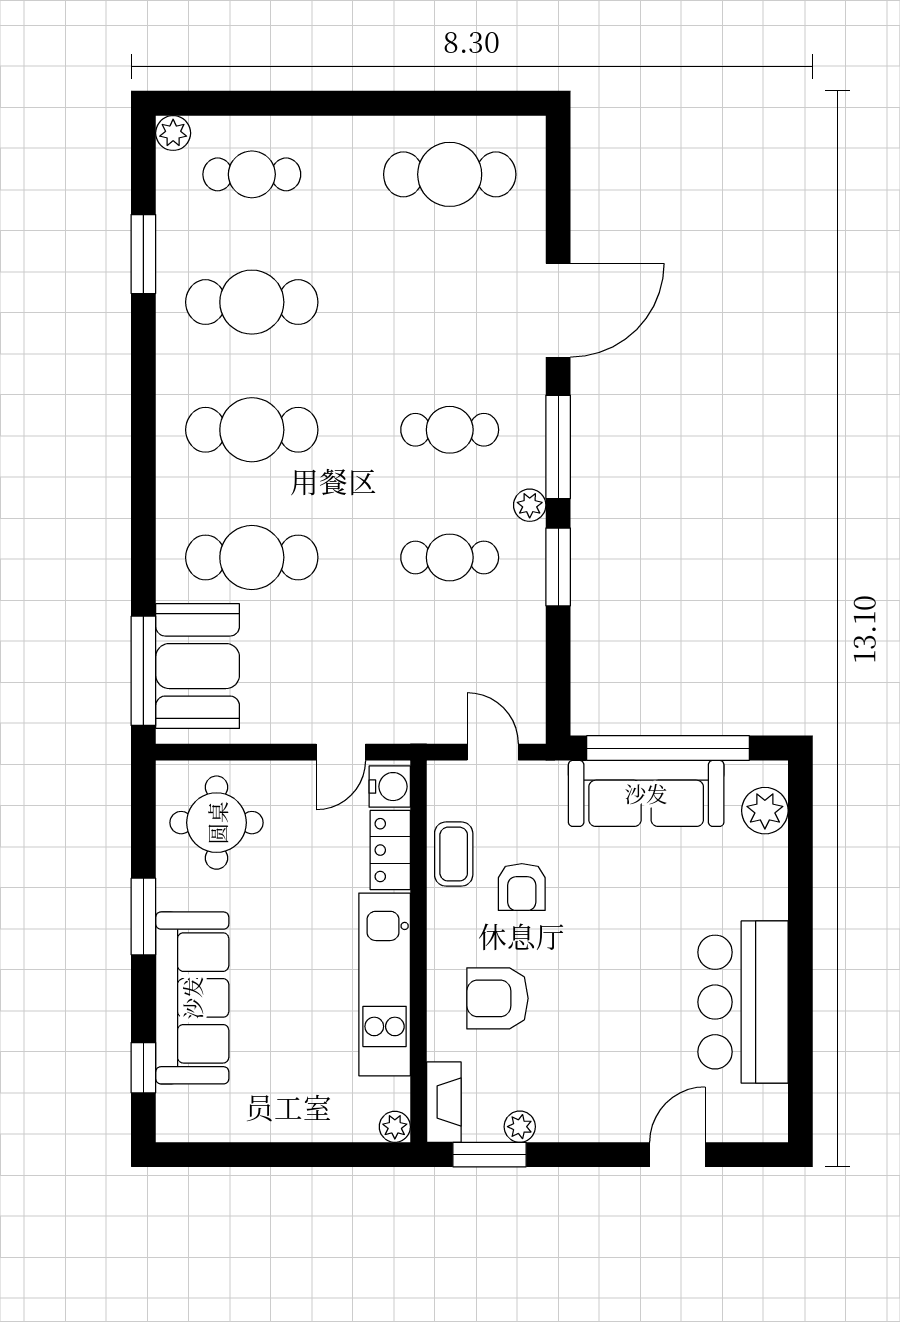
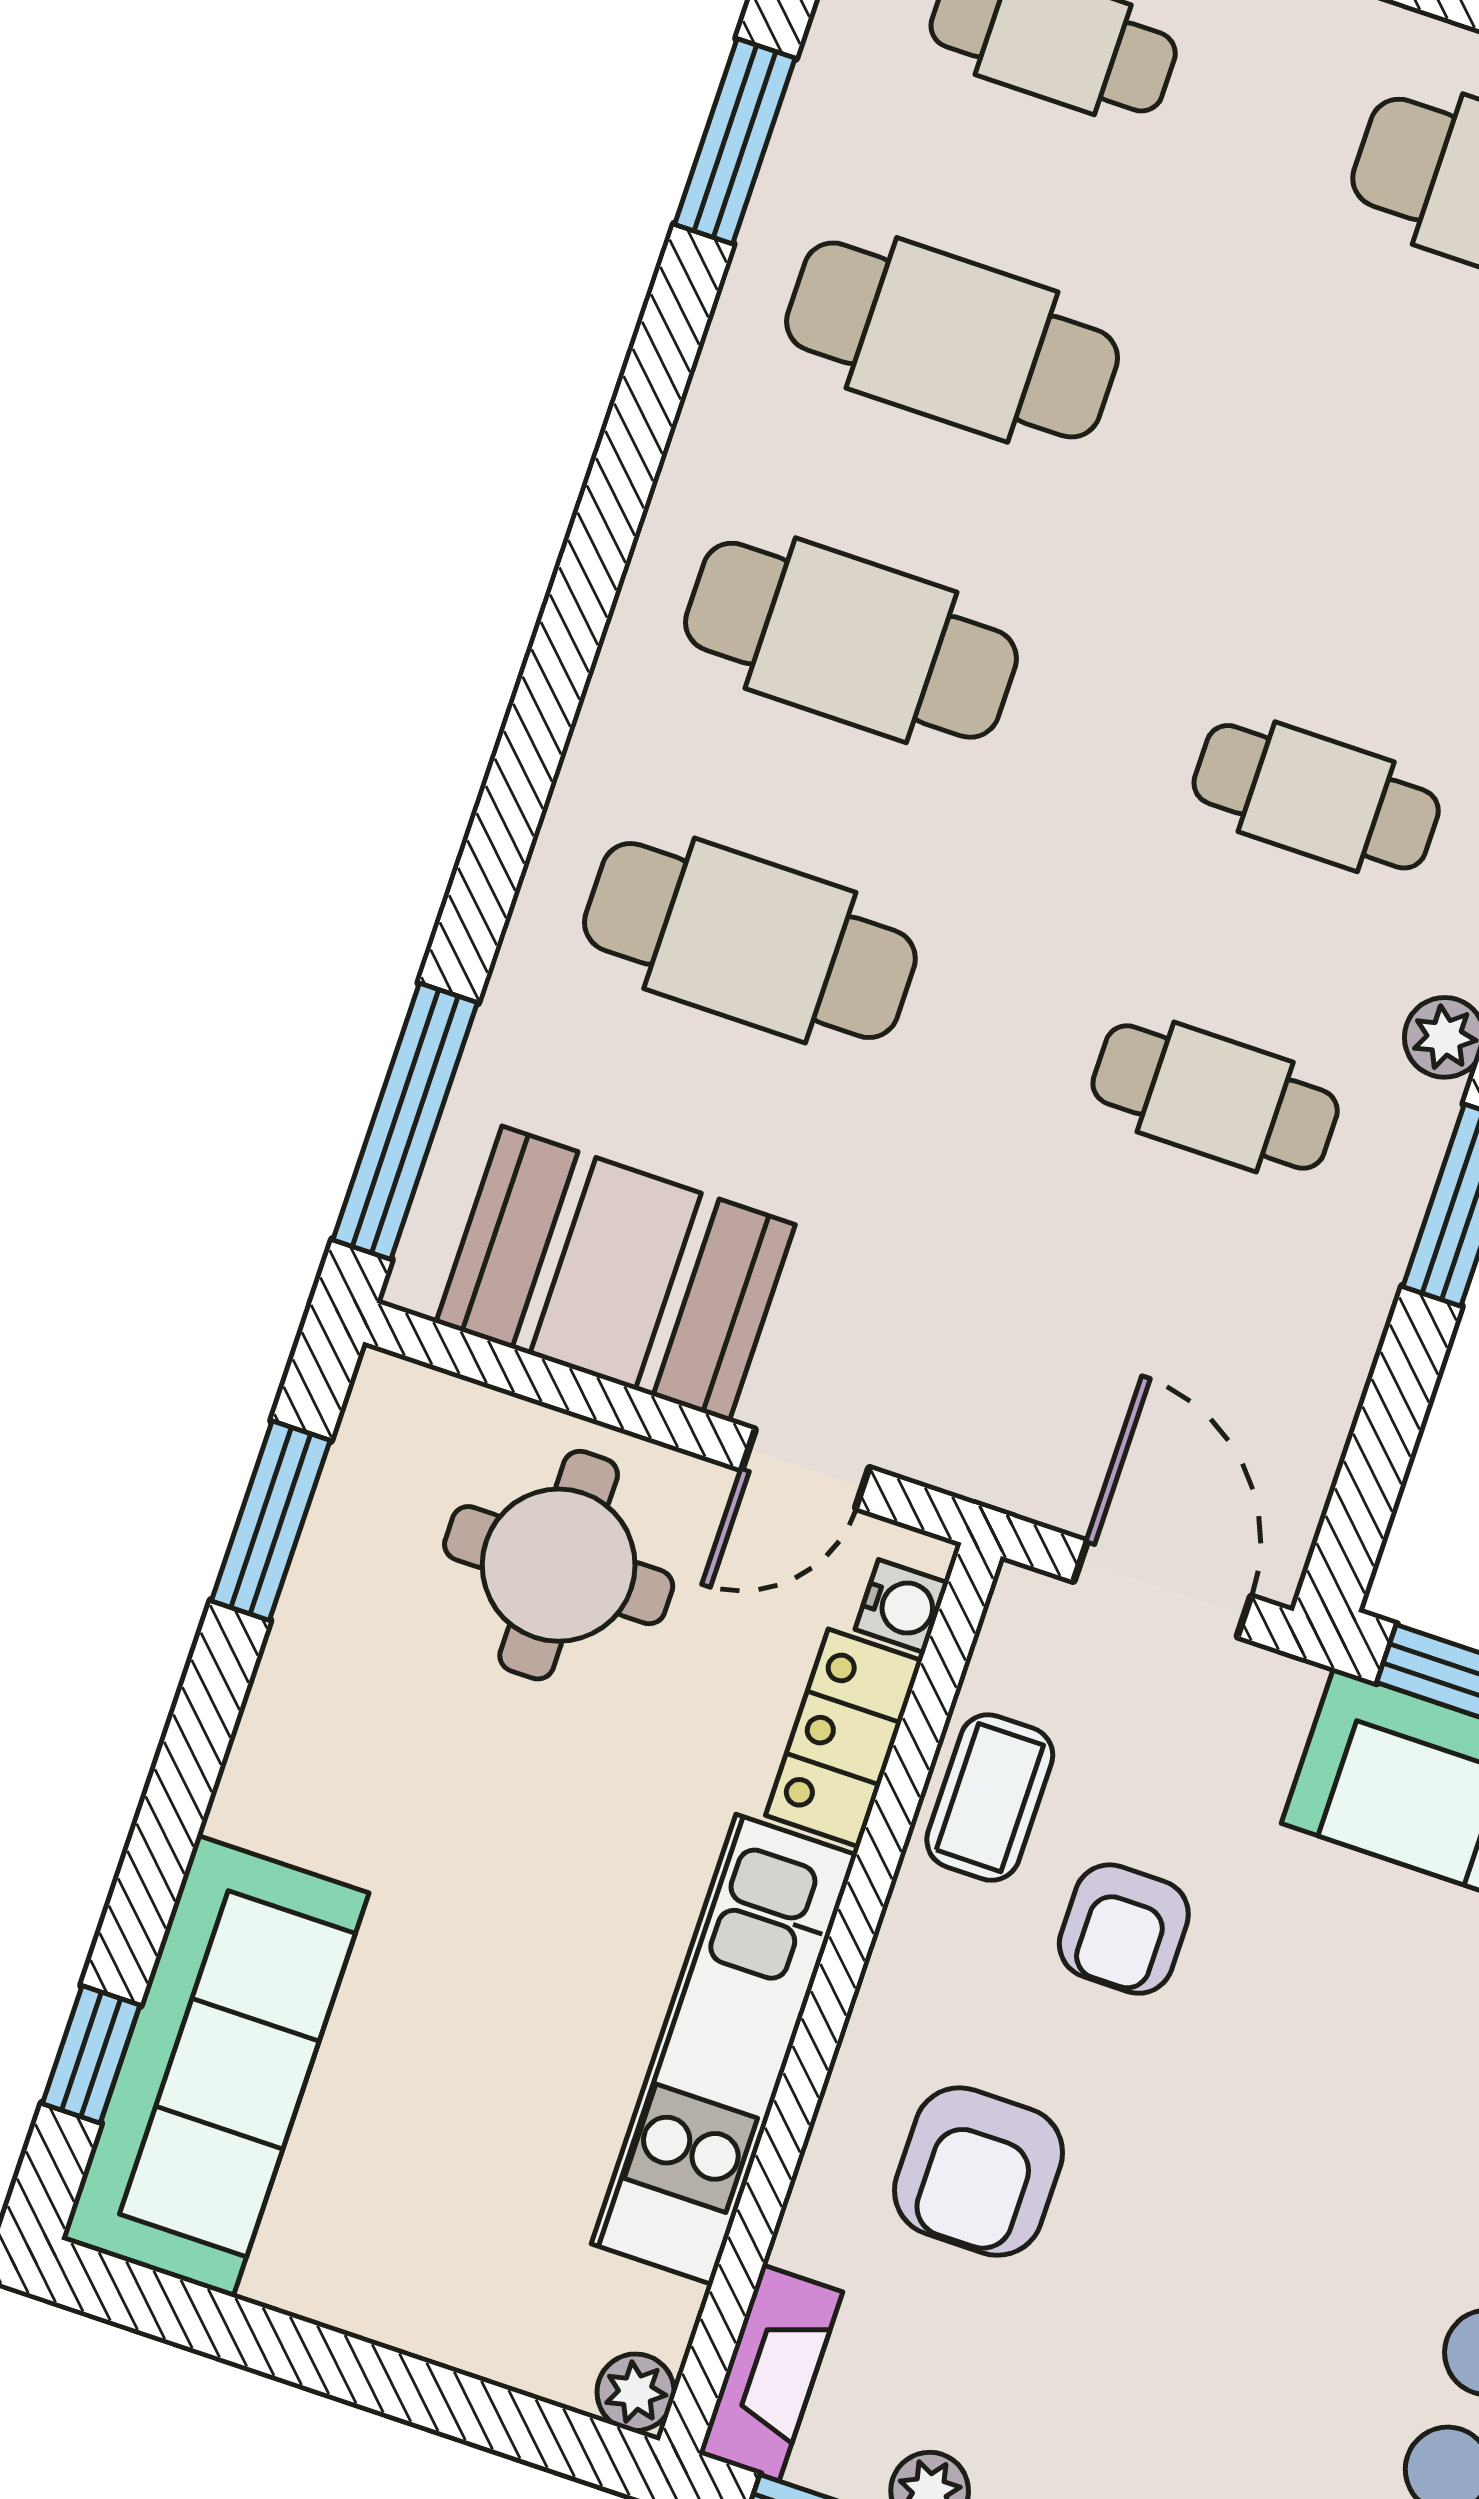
booth: (198, 666) -> (615, 1274), moved, turned 90
door: (493, 752) -> (1162, 1589), width x1.38
water cooler: (390, 787) -> (902, 1606), width x0.72, depth x0.72
round table: (217, 823) -> (559, 1565), moved
window: (143, 916) -> (271, 1521), moved
sofa: (192, 998) -> (215, 2066), moved
armchair: (497, 998) -> (979, 2172), turned -90

